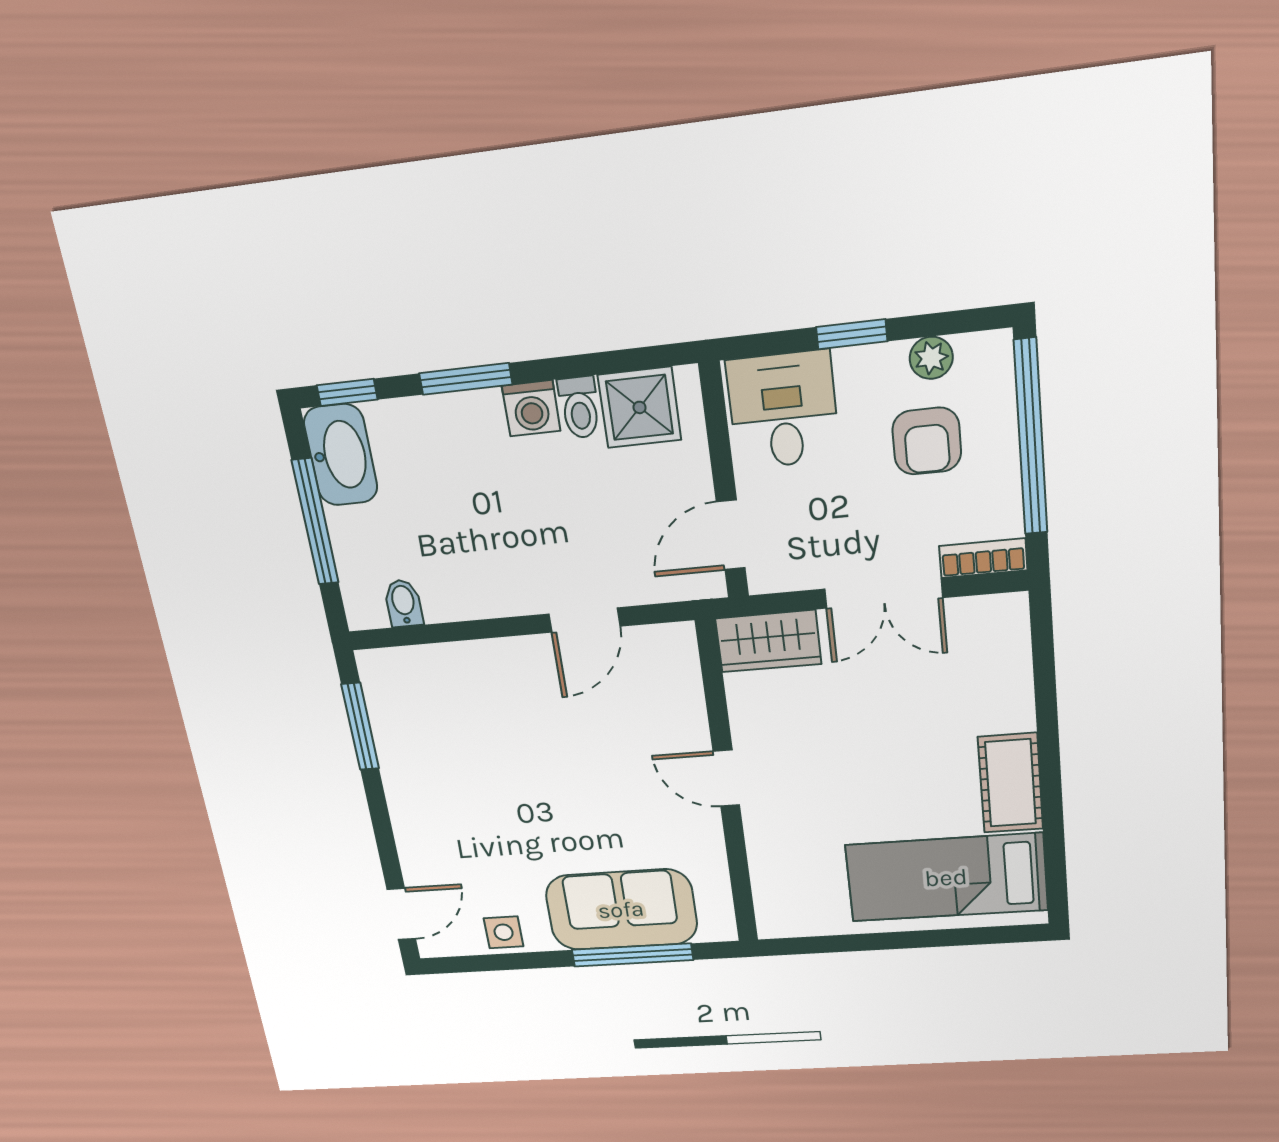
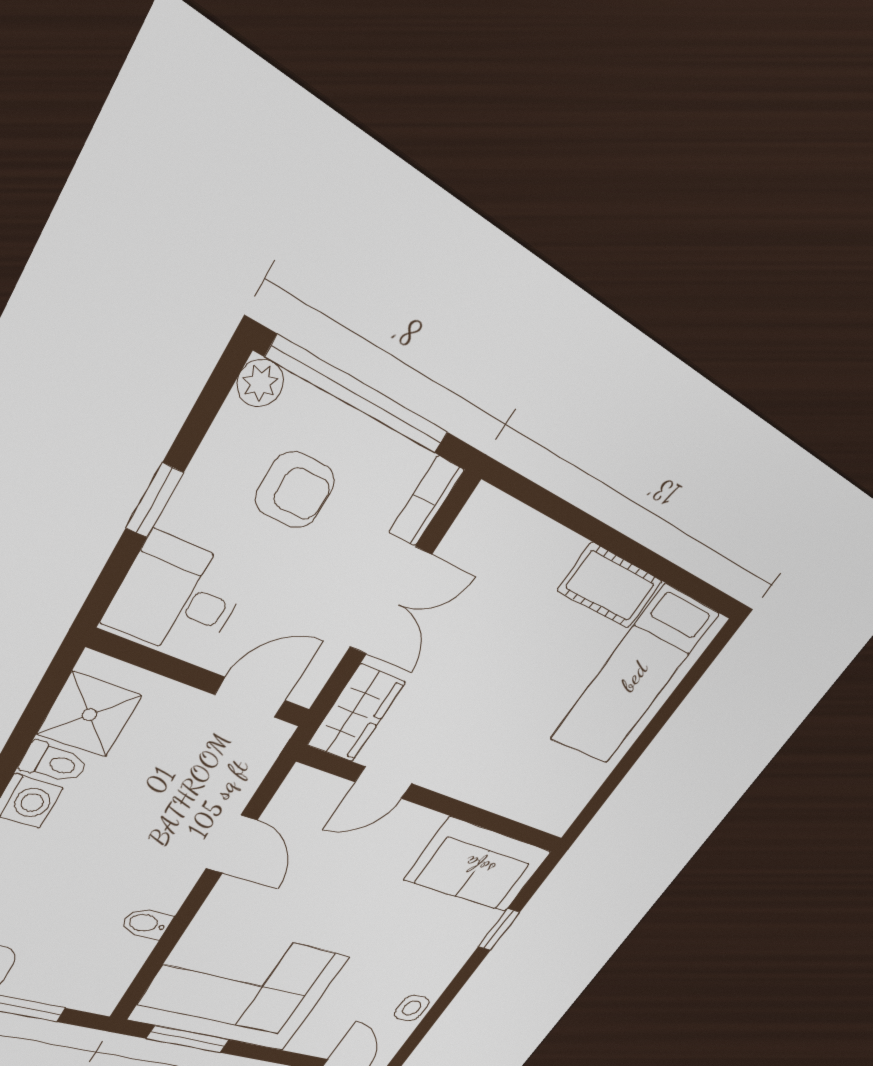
plant: (931, 358) -> (260, 383), moved
door: (731, 535) -> (250, 698), swing flipped
bidet: (404, 603) -> (146, 924), moved
corner sofa: (442, 738) -> (241, 987), added
door: (726, 778) -> (384, 783), moved
sofa: (621, 910) -> (478, 866), moved, turned -90
window: (632, 955) -> (499, 929), width x0.46

